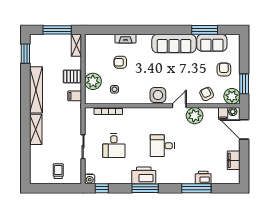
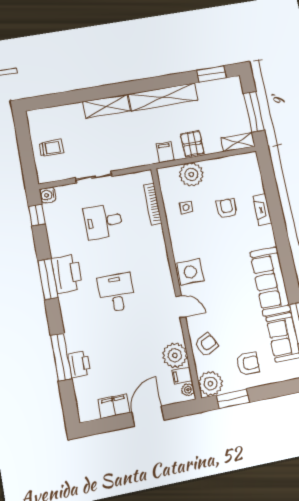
plant: (195, 116) -> (175, 355), moved
door: (244, 129) -> (148, 416), moved

